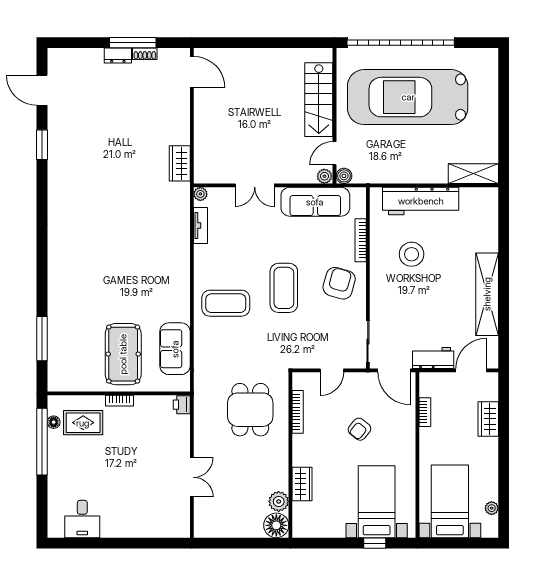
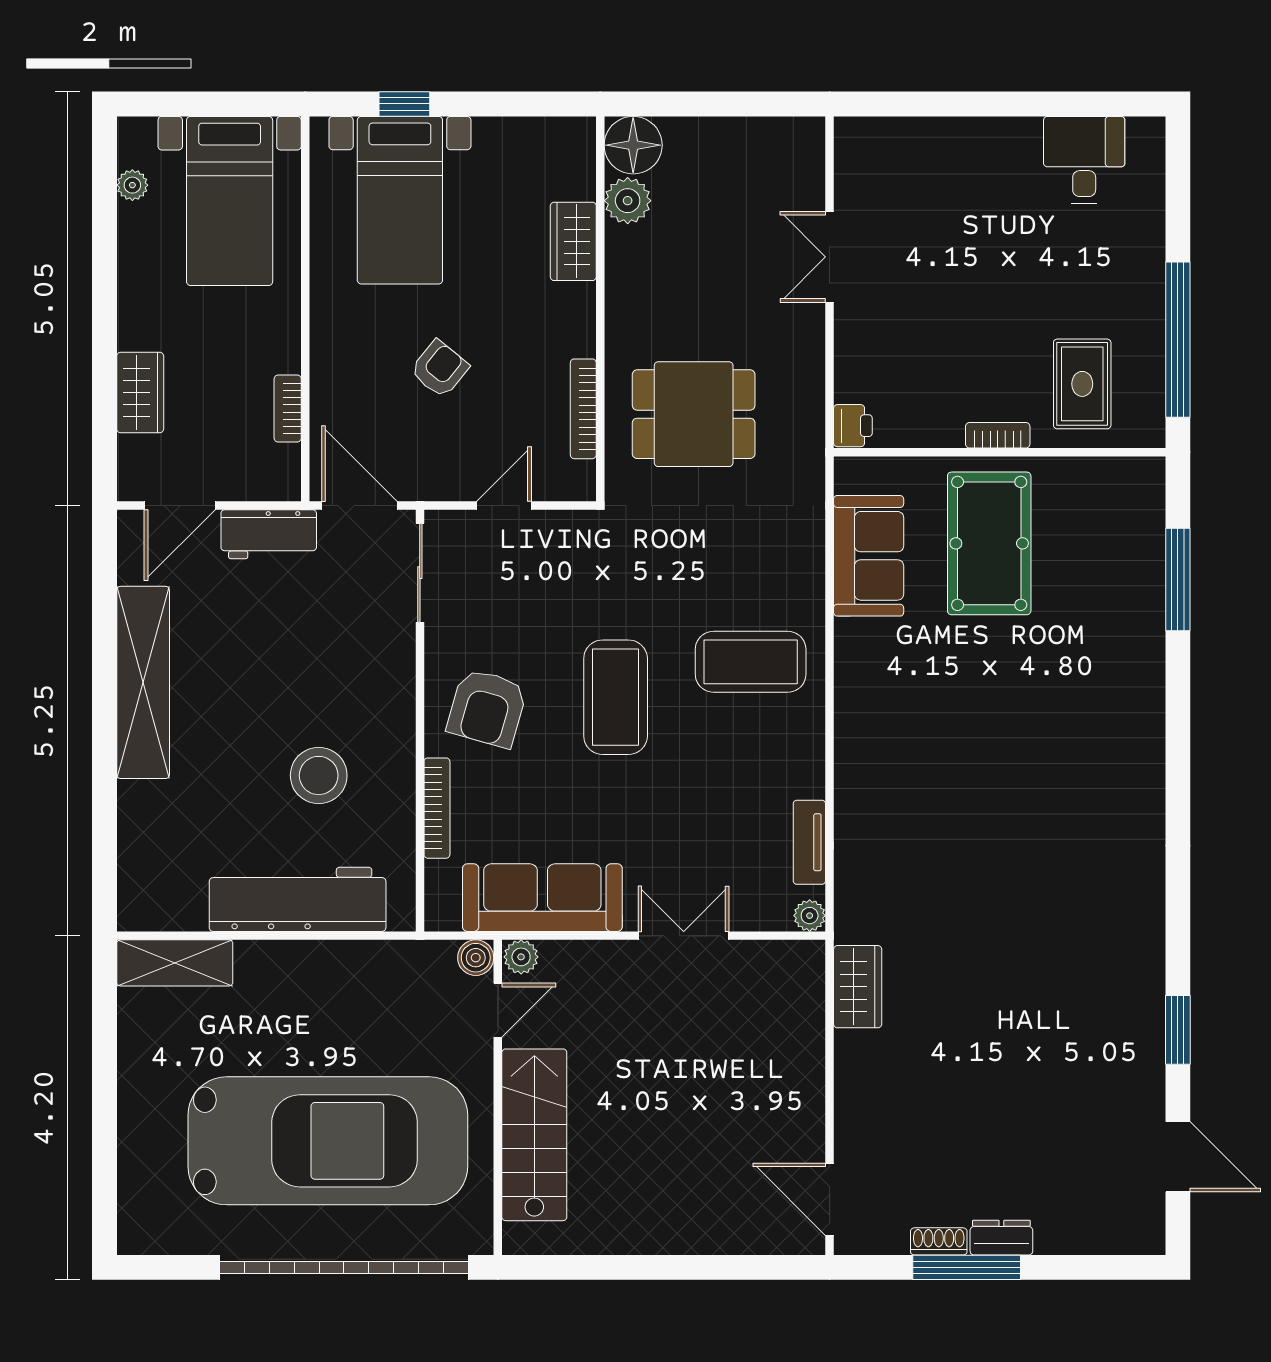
dining table: (250, 410) -> (694, 414), turned 90
floor lamp: (54, 422) -> (1151, 385), removed
rug: (83, 423) -> (1082, 384), turned 90

